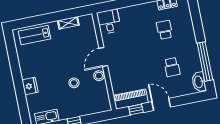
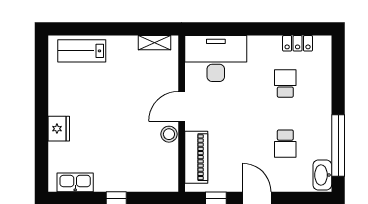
desk: (109, 22) -> (216, 58), width x1.87, depth x1.30
shelving: (68, 23) -> (155, 43), moved
stool: (74, 83) -> (128, 137), removed
piano: (131, 99) -> (196, 157), moved, turned 90

